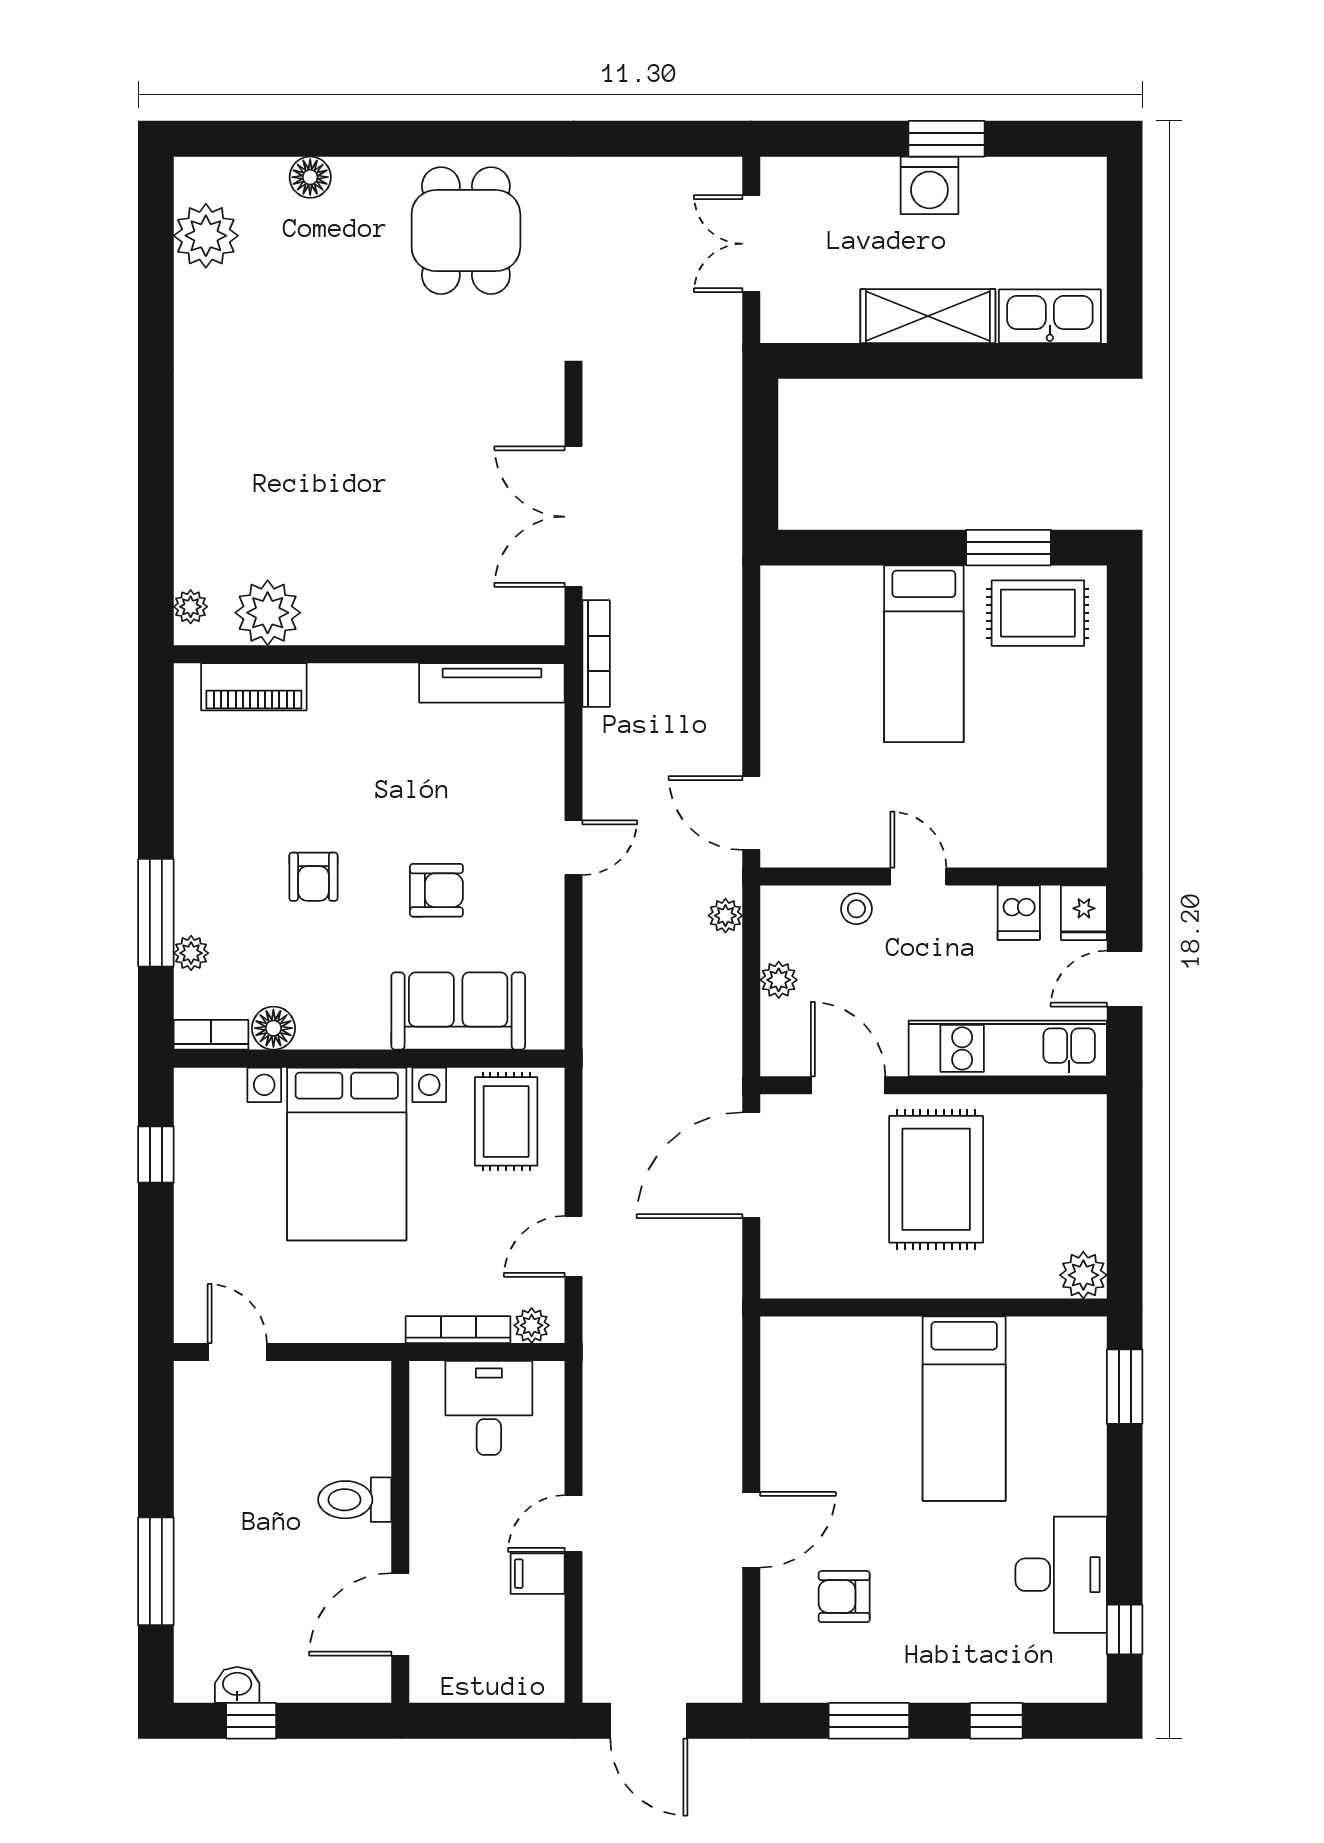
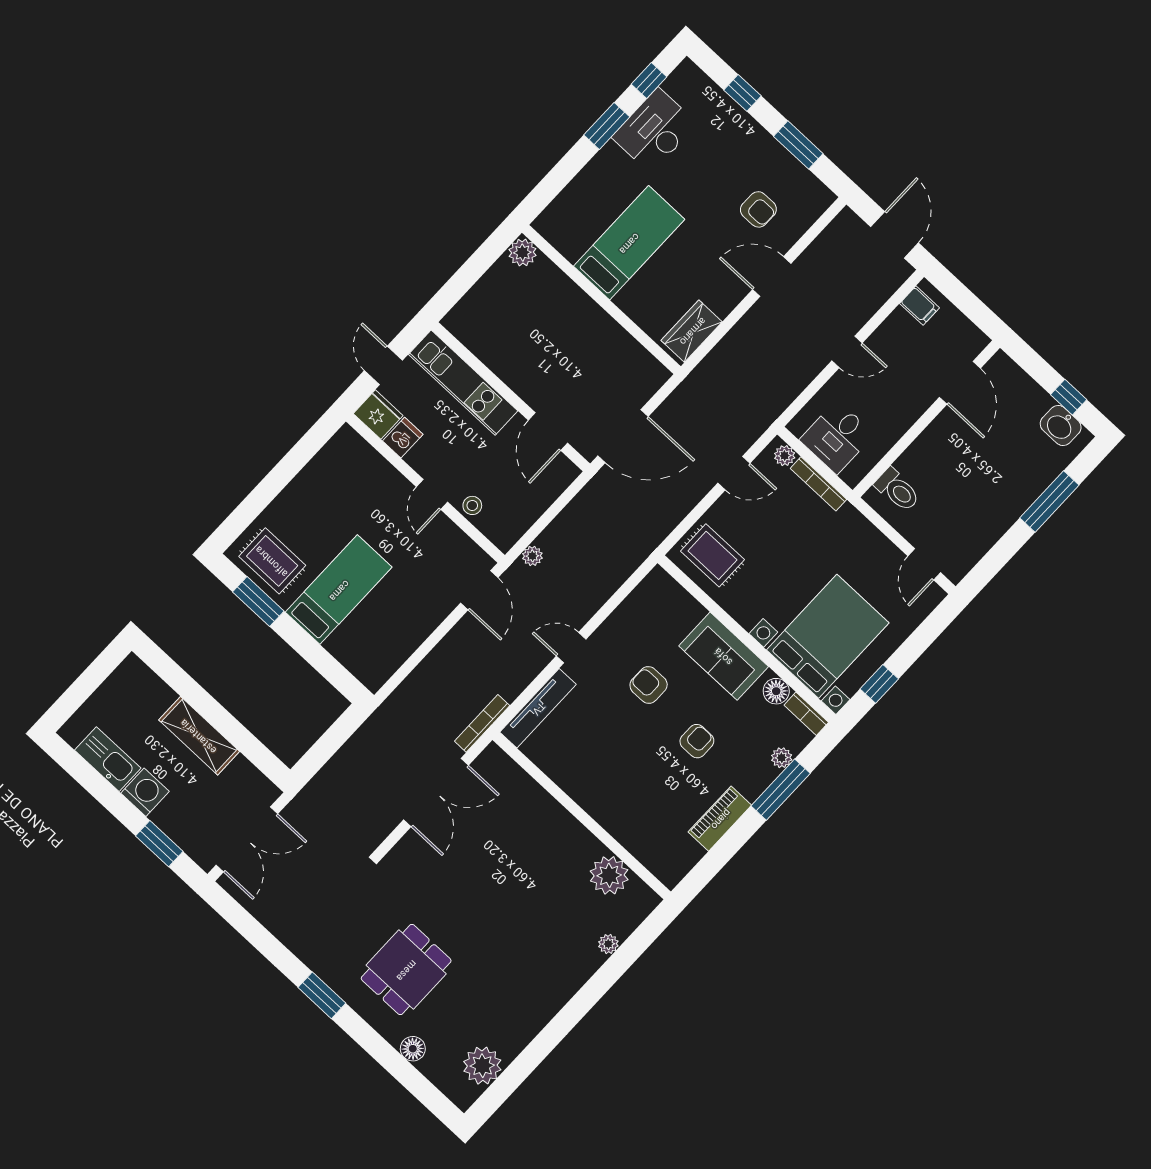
window: (482, 139) -> (322, 995), added
window: (947, 139) -> (159, 844), moved
dining table: (466, 231) -> (406, 970), moved
double door: (751, 244) -> (247, 839), width x1.37
kitchen sink: (1050, 316) -> (108, 759), moved, turned 180
plant: (191, 607) -> (608, 944), moved
tv unit: (492, 683) -> (538, 708), moved, turned 90
piano: (254, 687) -> (720, 819), moved, turned -90
fridge: (1084, 913) -> (378, 415), width x1.38
door: (1125, 979) -> (383, 365), swing flipped
plant: (779, 980) -> (535, 506), removed
sofa: (458, 1011) -> (724, 656), moved
rug: (506, 1121) -> (712, 555), turned 90
bed with nightstands: (347, 1154) -> (828, 636), moved
rug: (936, 1179) -> (548, 355), removed
wardrobe: (787, 1372) -> (692, 331), added
window: (1125, 1387) -> (607, 126), moved
toilet: (355, 1500) -> (897, 490), moved
filing cabinet: (538, 1574) -> (920, 306), moved
door: (400, 1614) -> (960, 383), hinge flipped
washbasin: (237, 1685) -> (1061, 426), width x1.38, depth x1.45

